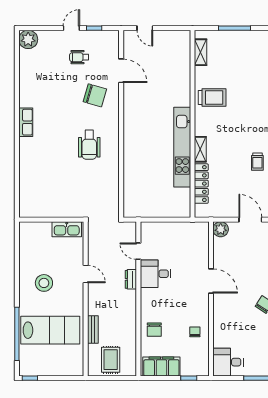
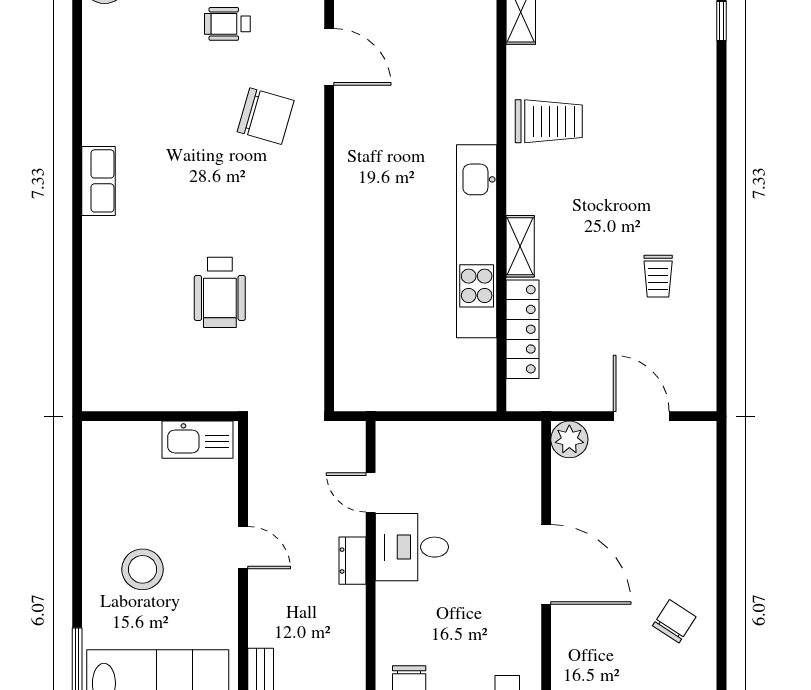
wheelchair: (89, 145) -> (220, 292), moved
door: (211, 281) -> (546, 564), width x1.36

